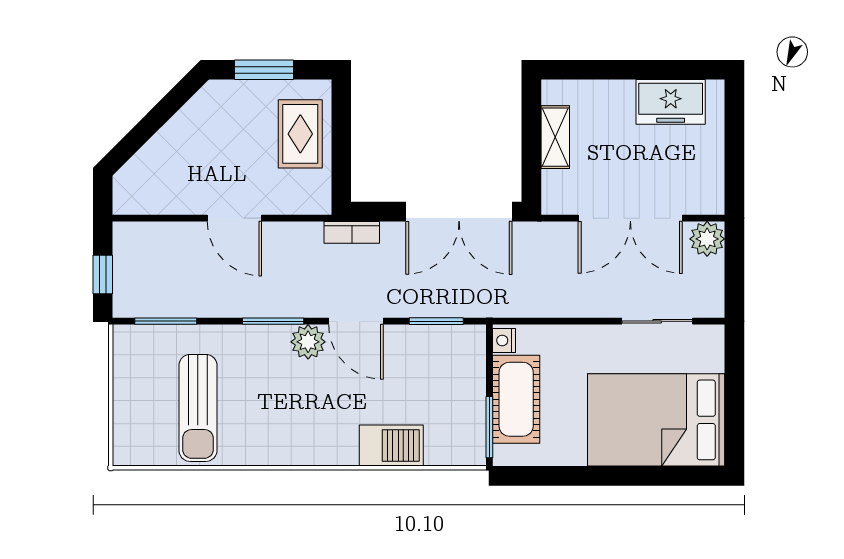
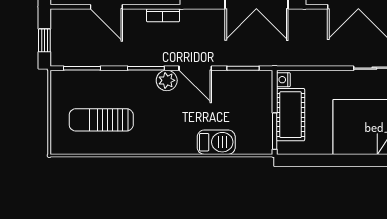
door: (234, 218) -> (106, 7), moved
bookcase: (352, 232) -> (163, 15), moved
sun lounger: (198, 408) -> (101, 120), turned 90

